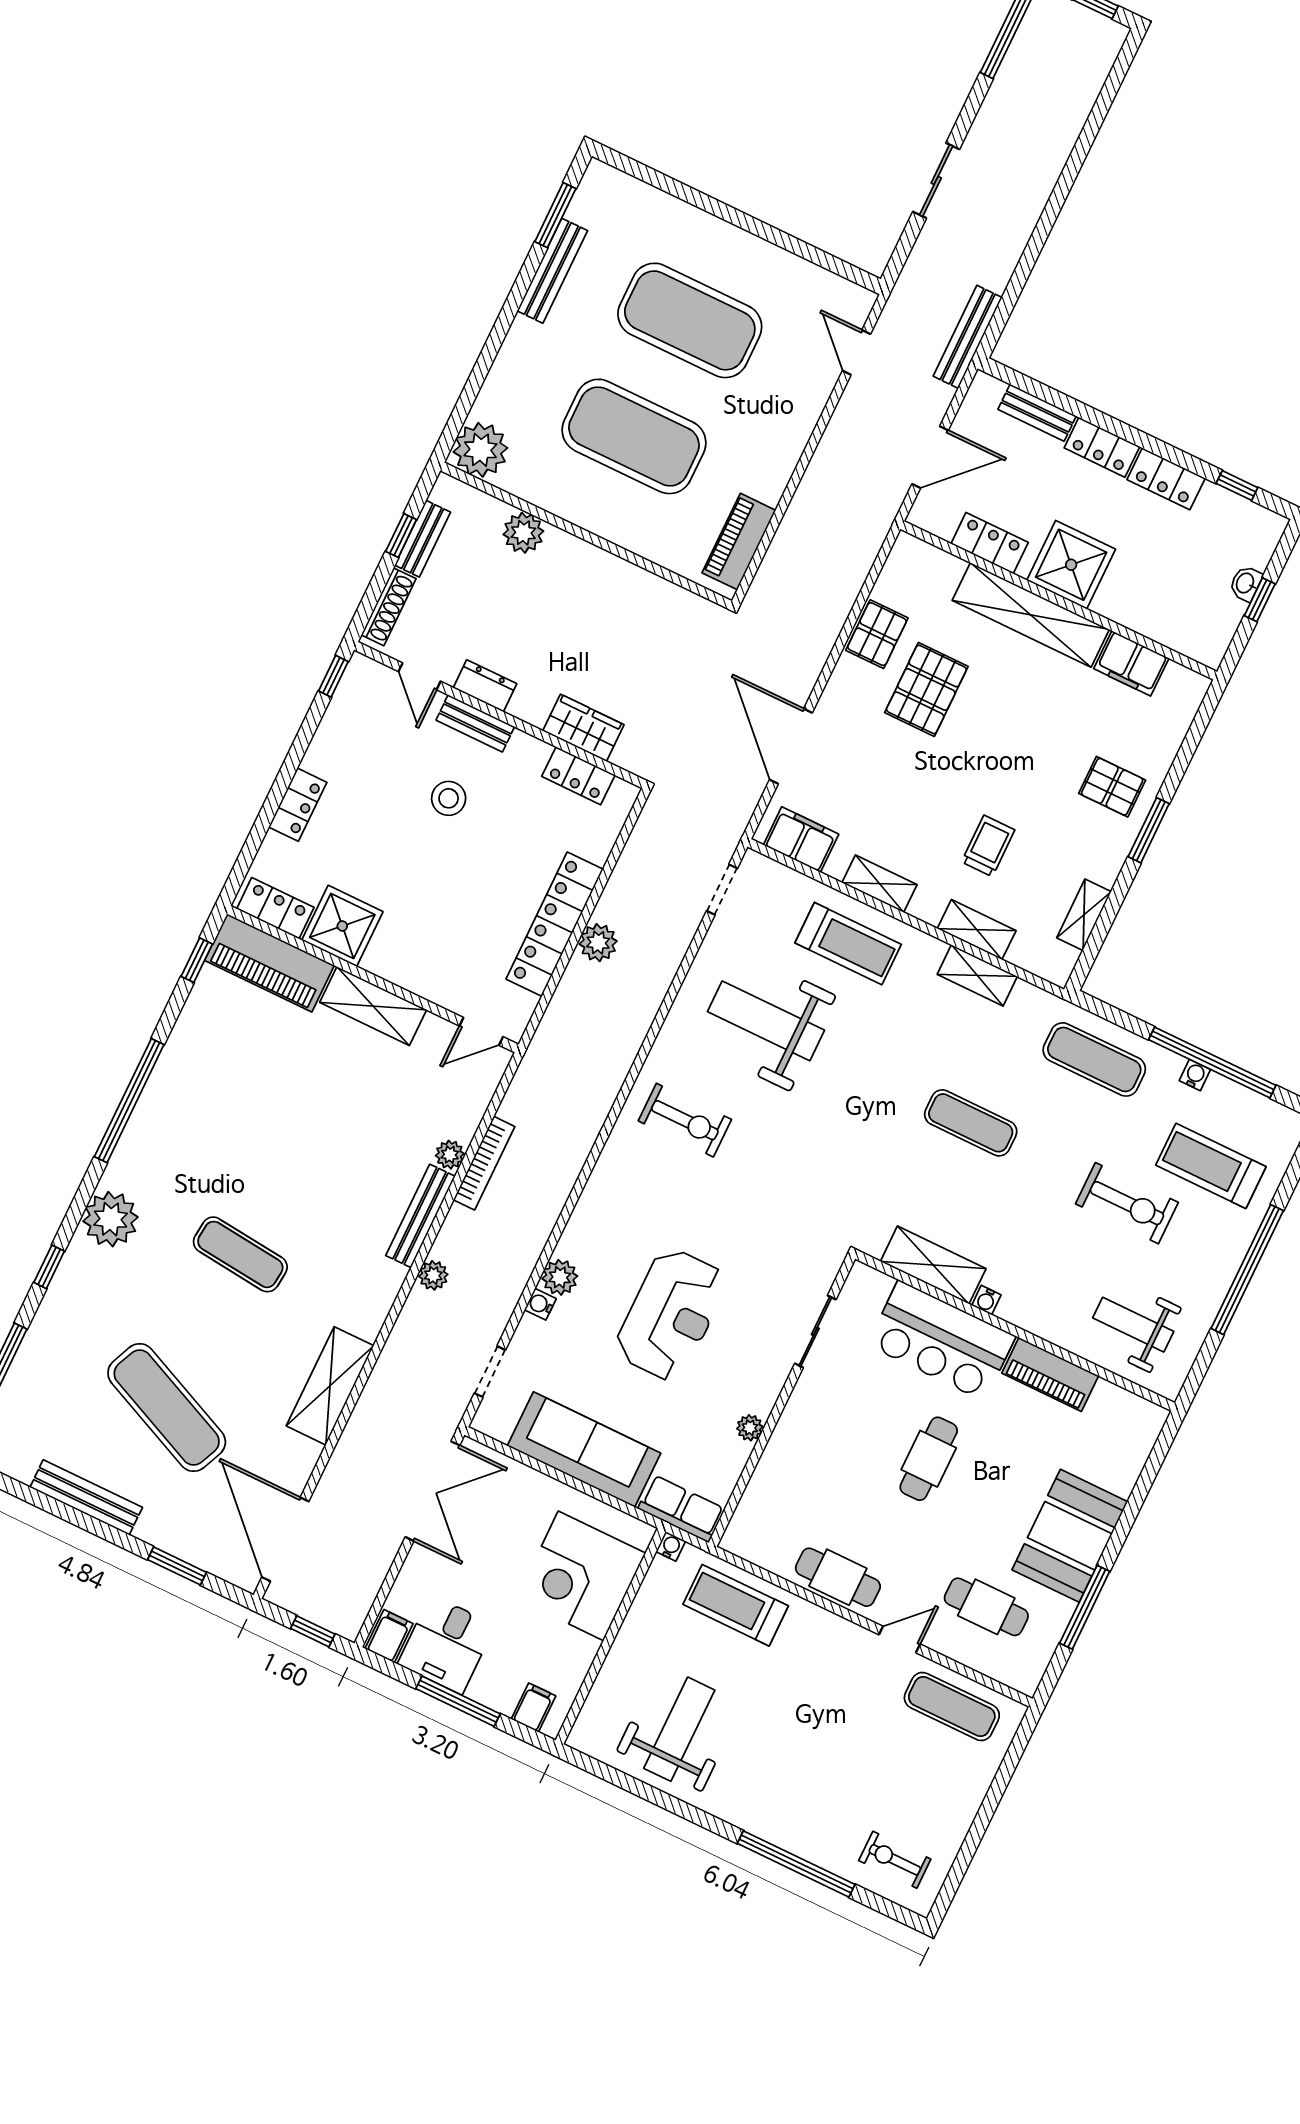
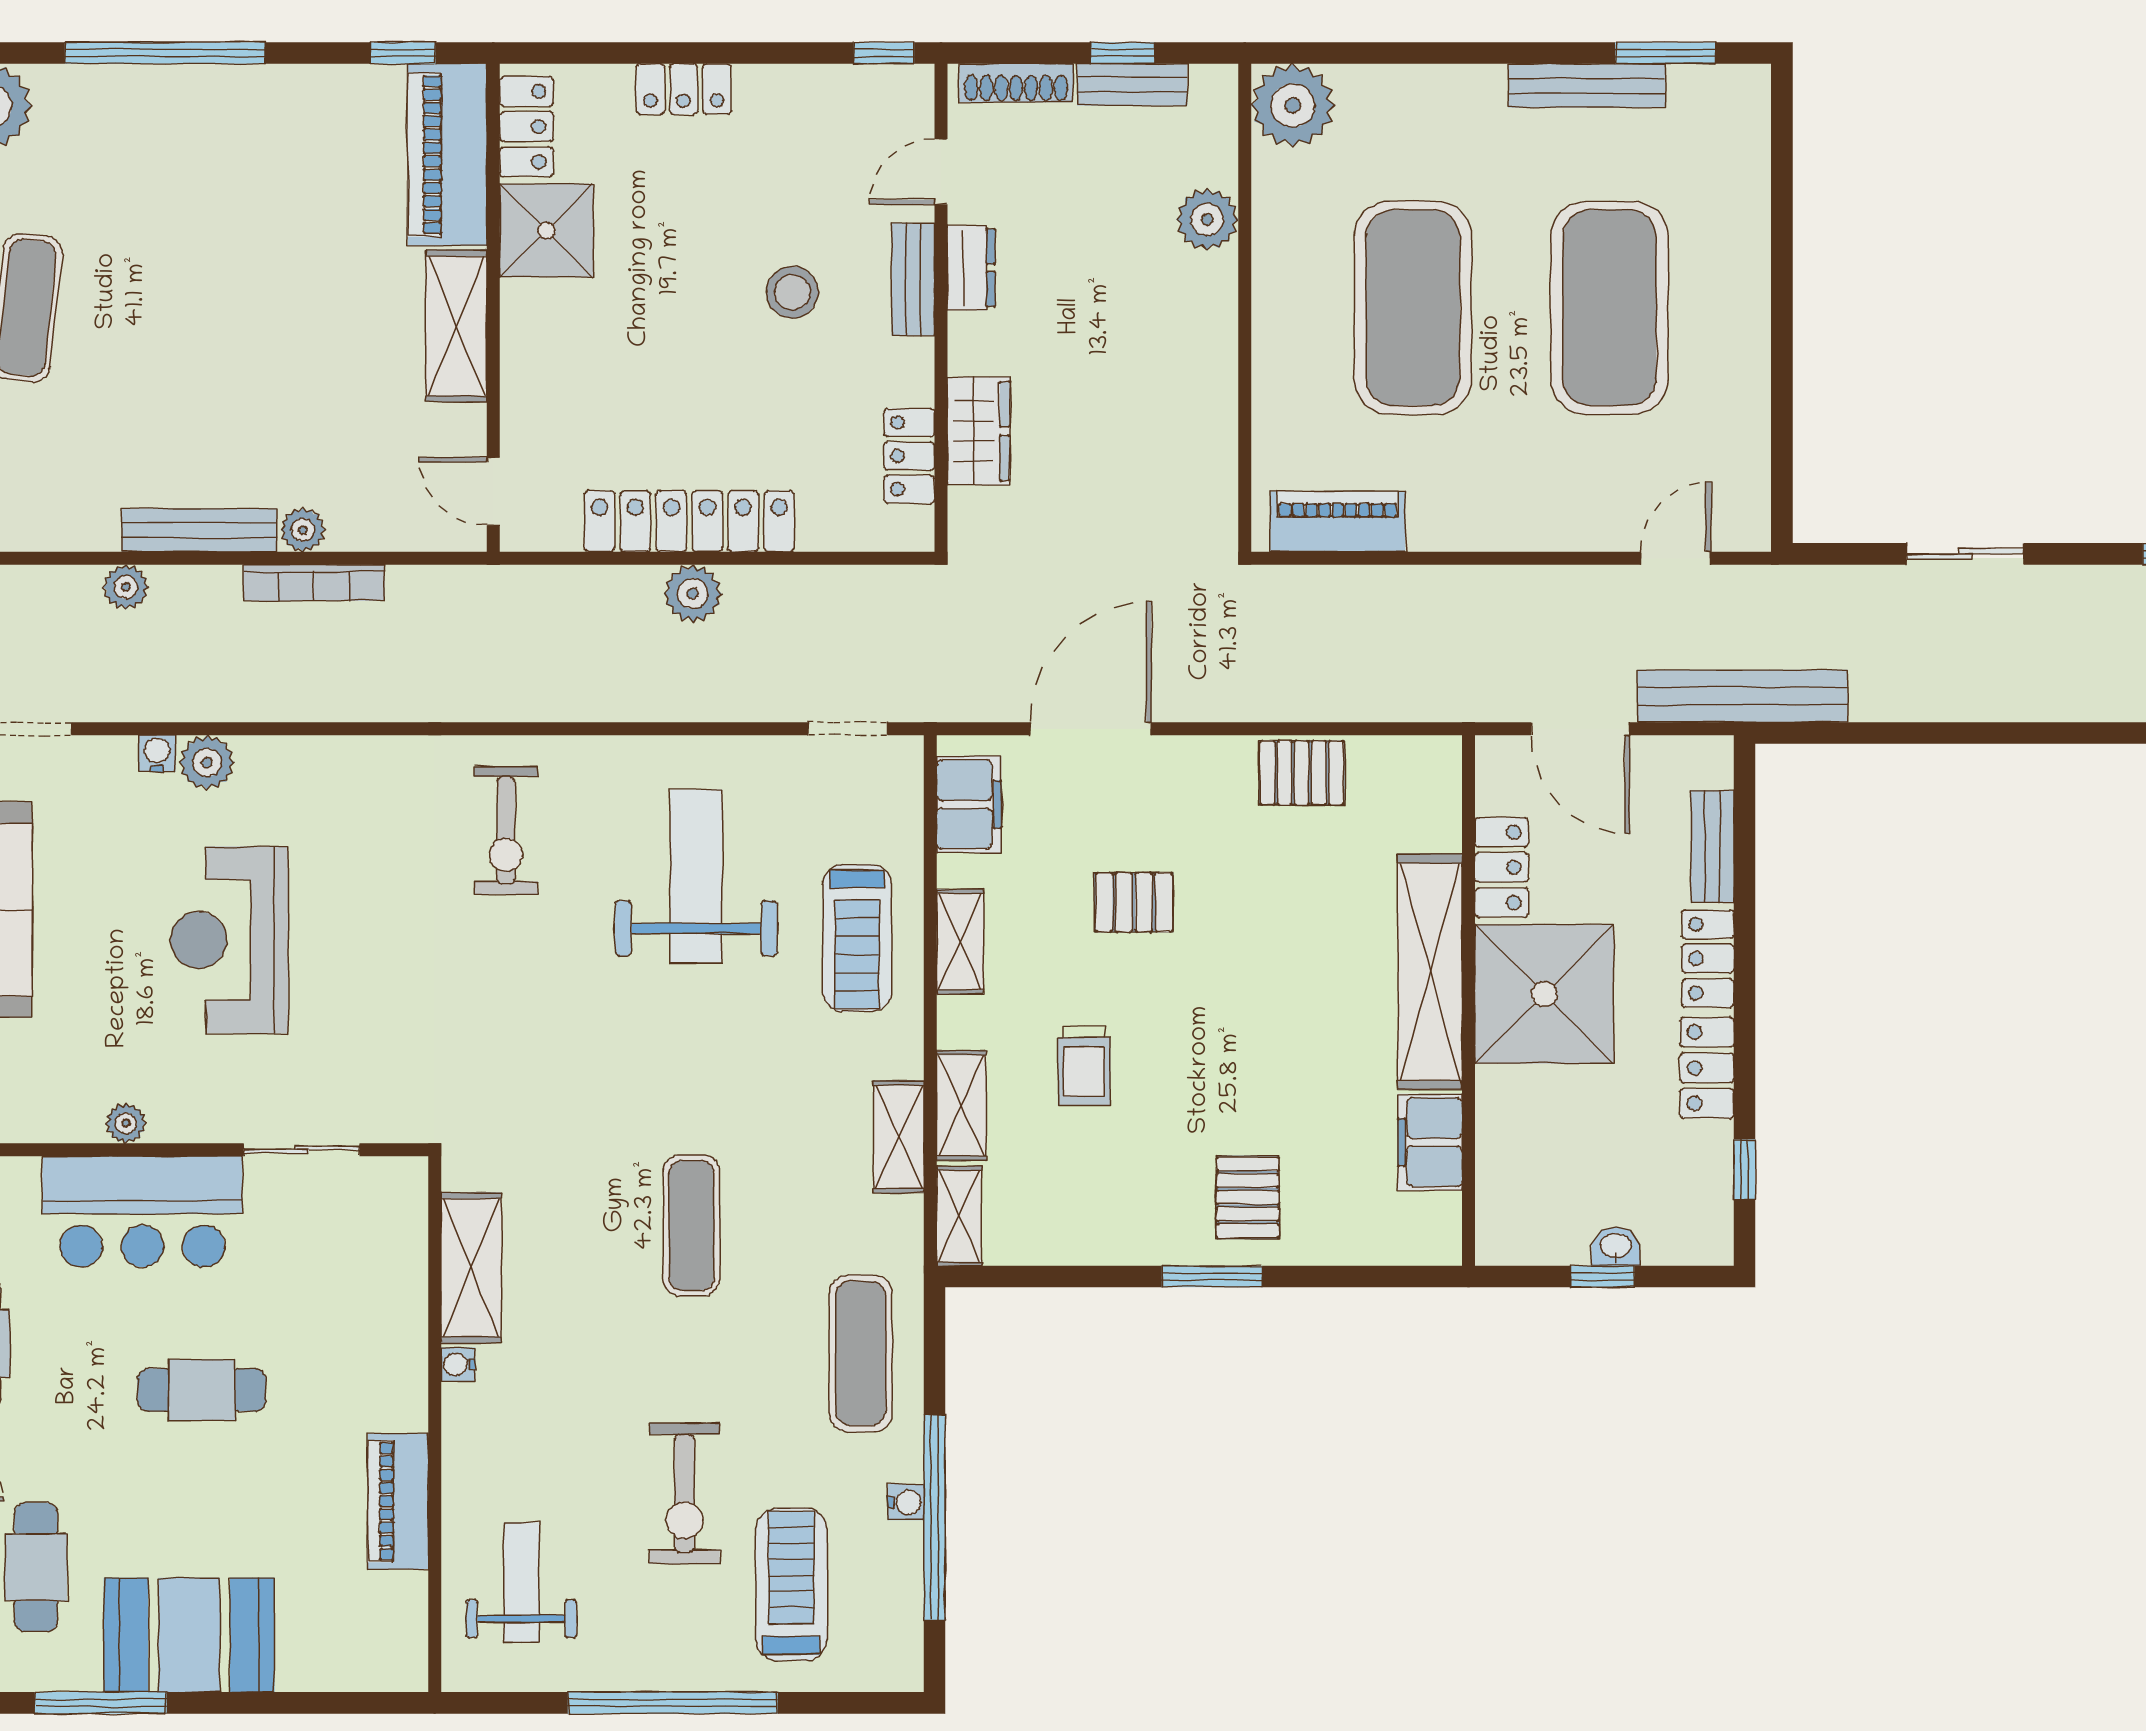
bench: (968, 337) -> (1743, 696), width x1.37, depth x1.21
shower: (1071, 565) -> (1544, 994), width x1.37, depth x1.37
pallet: (926, 689) -> (1134, 902), moved, width x0.67, depth x0.71
trolley: (988, 846) -> (1084, 1066), turned 90
shelving: (1084, 915) -> (959, 1216), moved, turned 90
reception desk: (671, 1315) -> (229, 940), turned 90
bar counter: (941, 1341) -> (142, 1212), moved, turned -90

